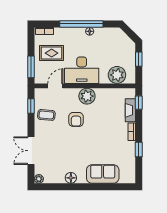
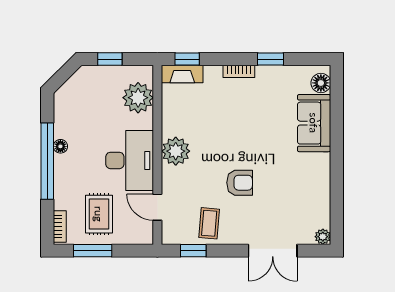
window: (31, 67) -> (93, 251), moved
fireplace: (130, 110) -> (182, 74), moved
armchair: (76, 119) -> (240, 183), moved
floor lamp: (71, 178) -> (321, 83), moved

